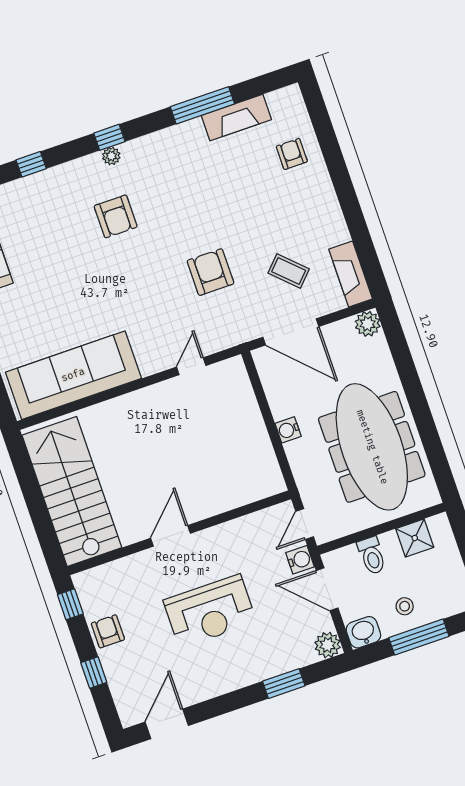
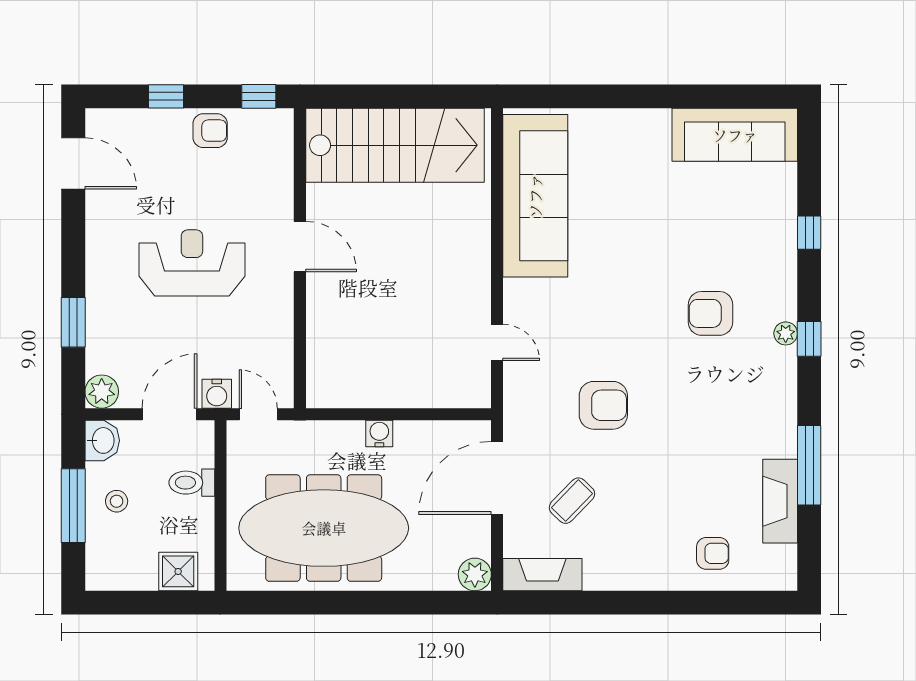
shower: (415, 538) -> (178, 571), moved
reception desk: (210, 611) -> (192, 263), turned 90

